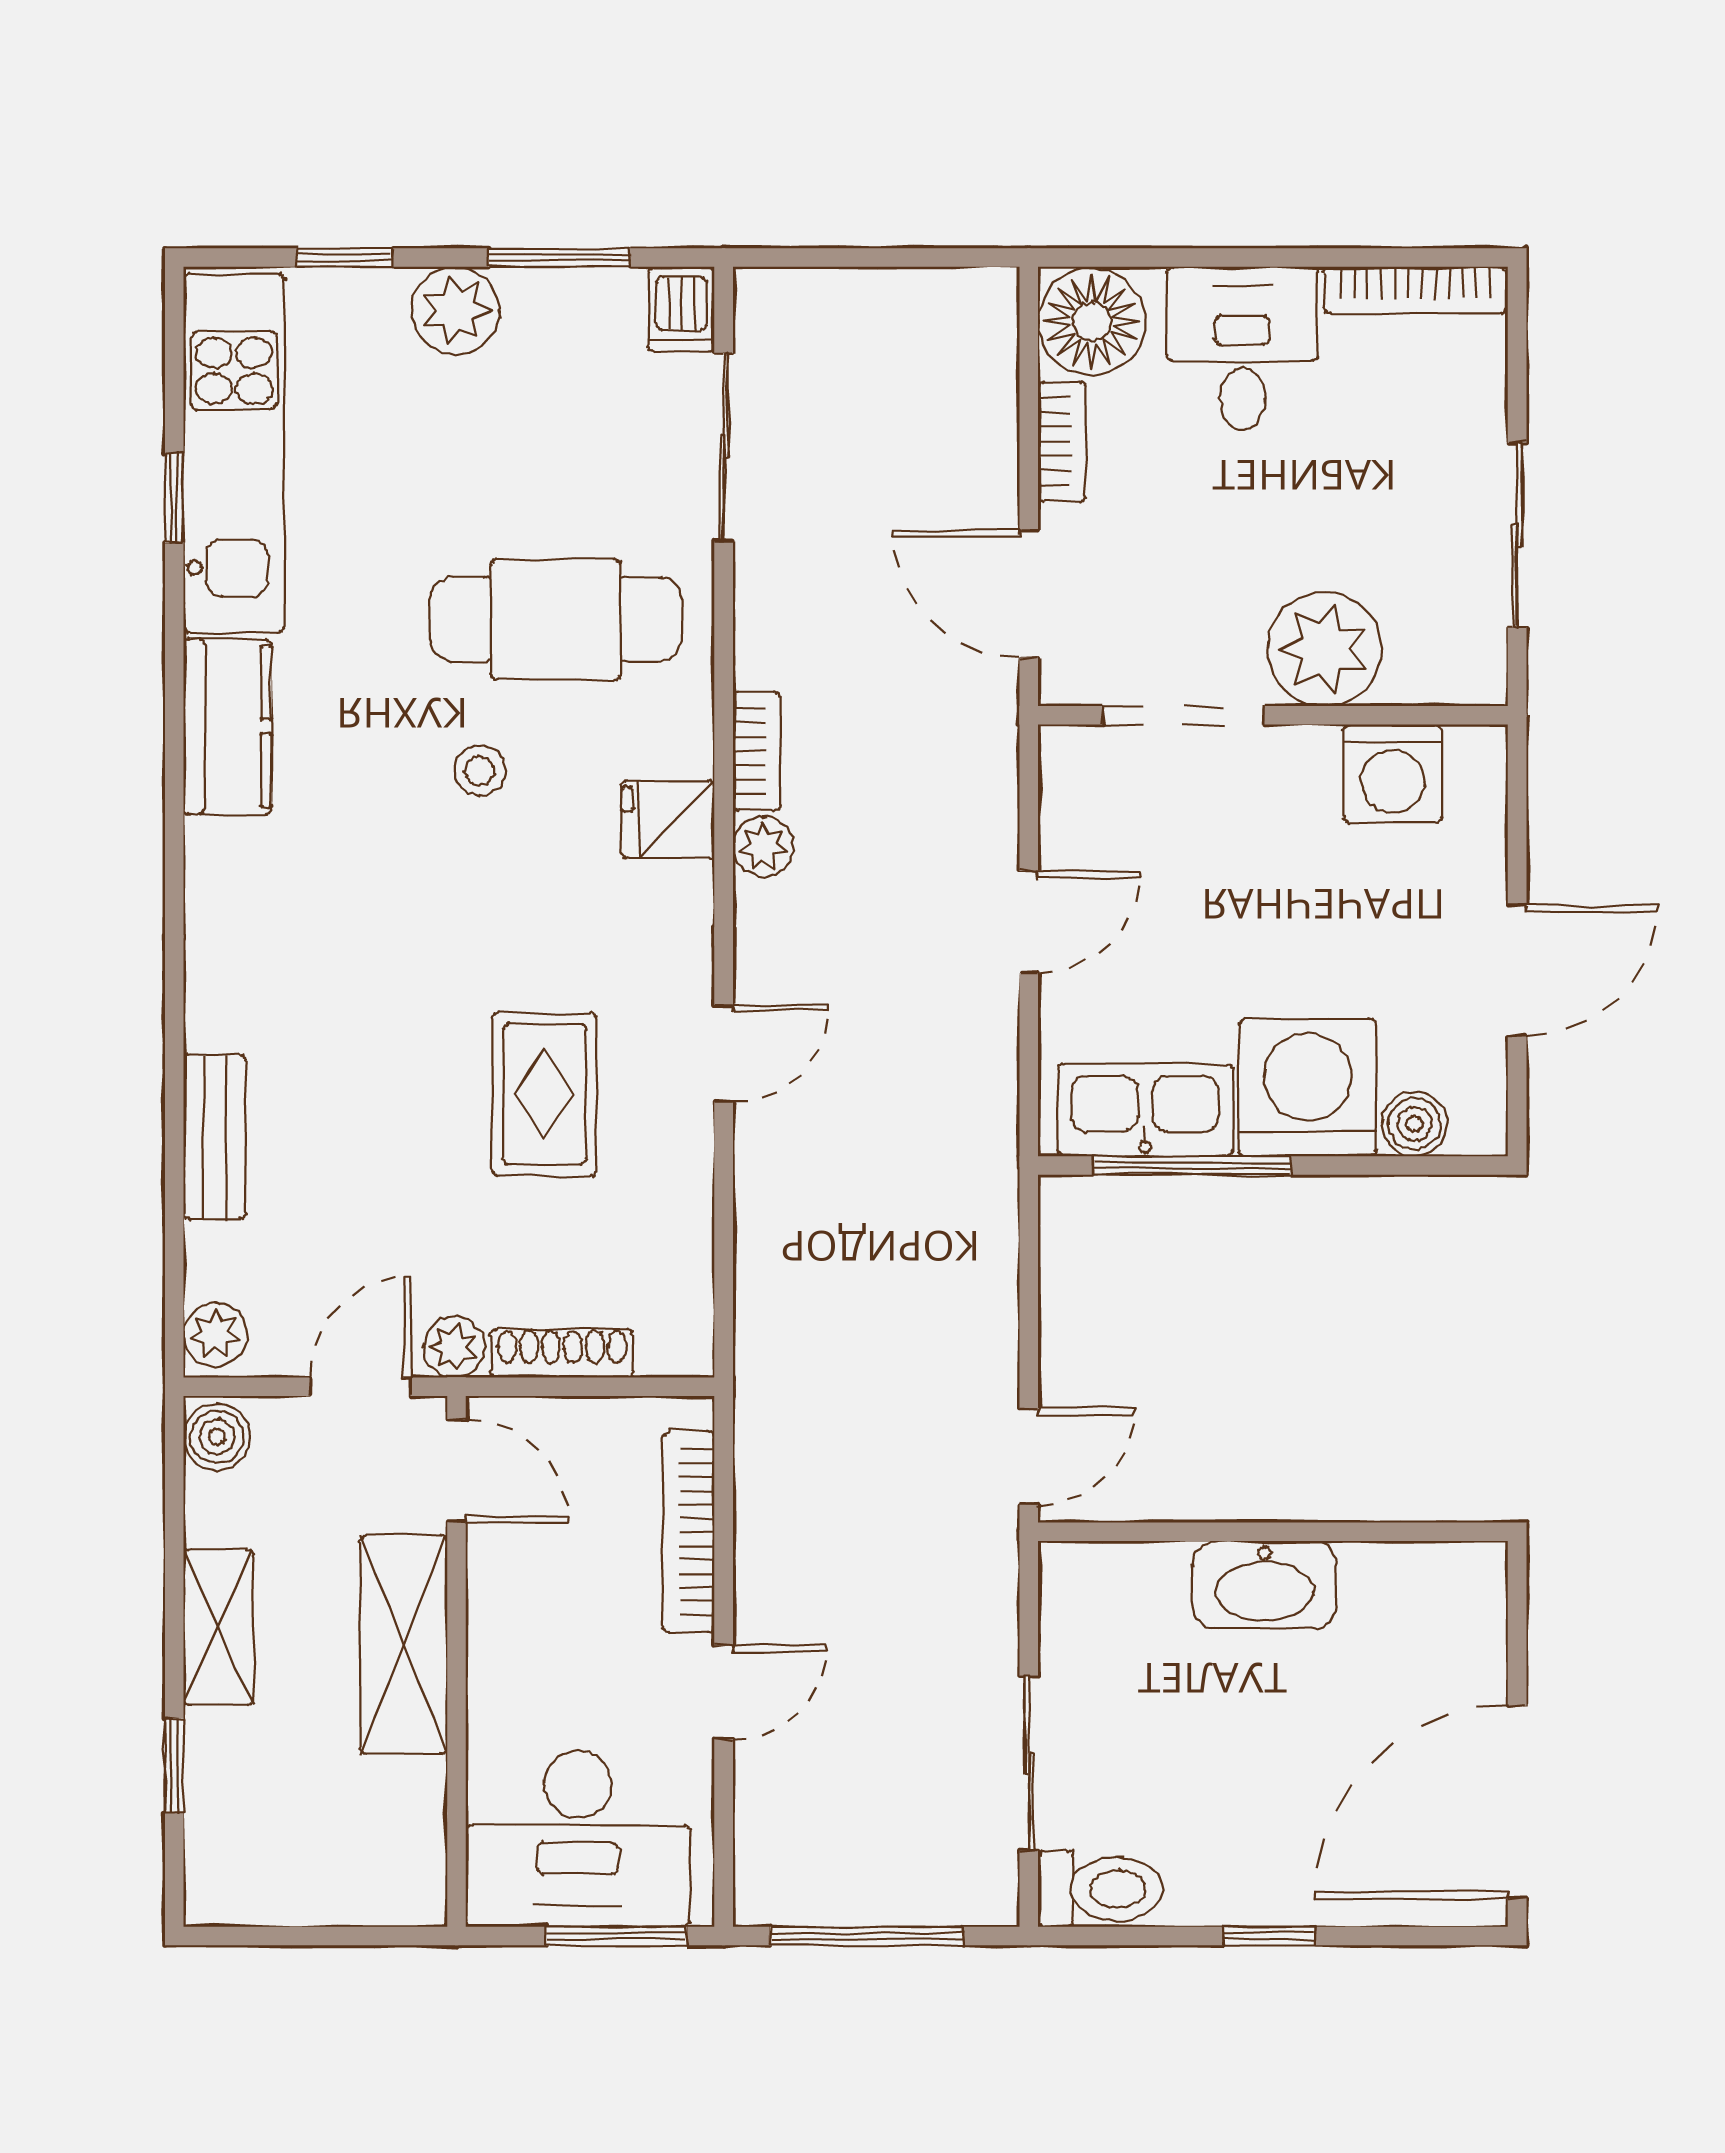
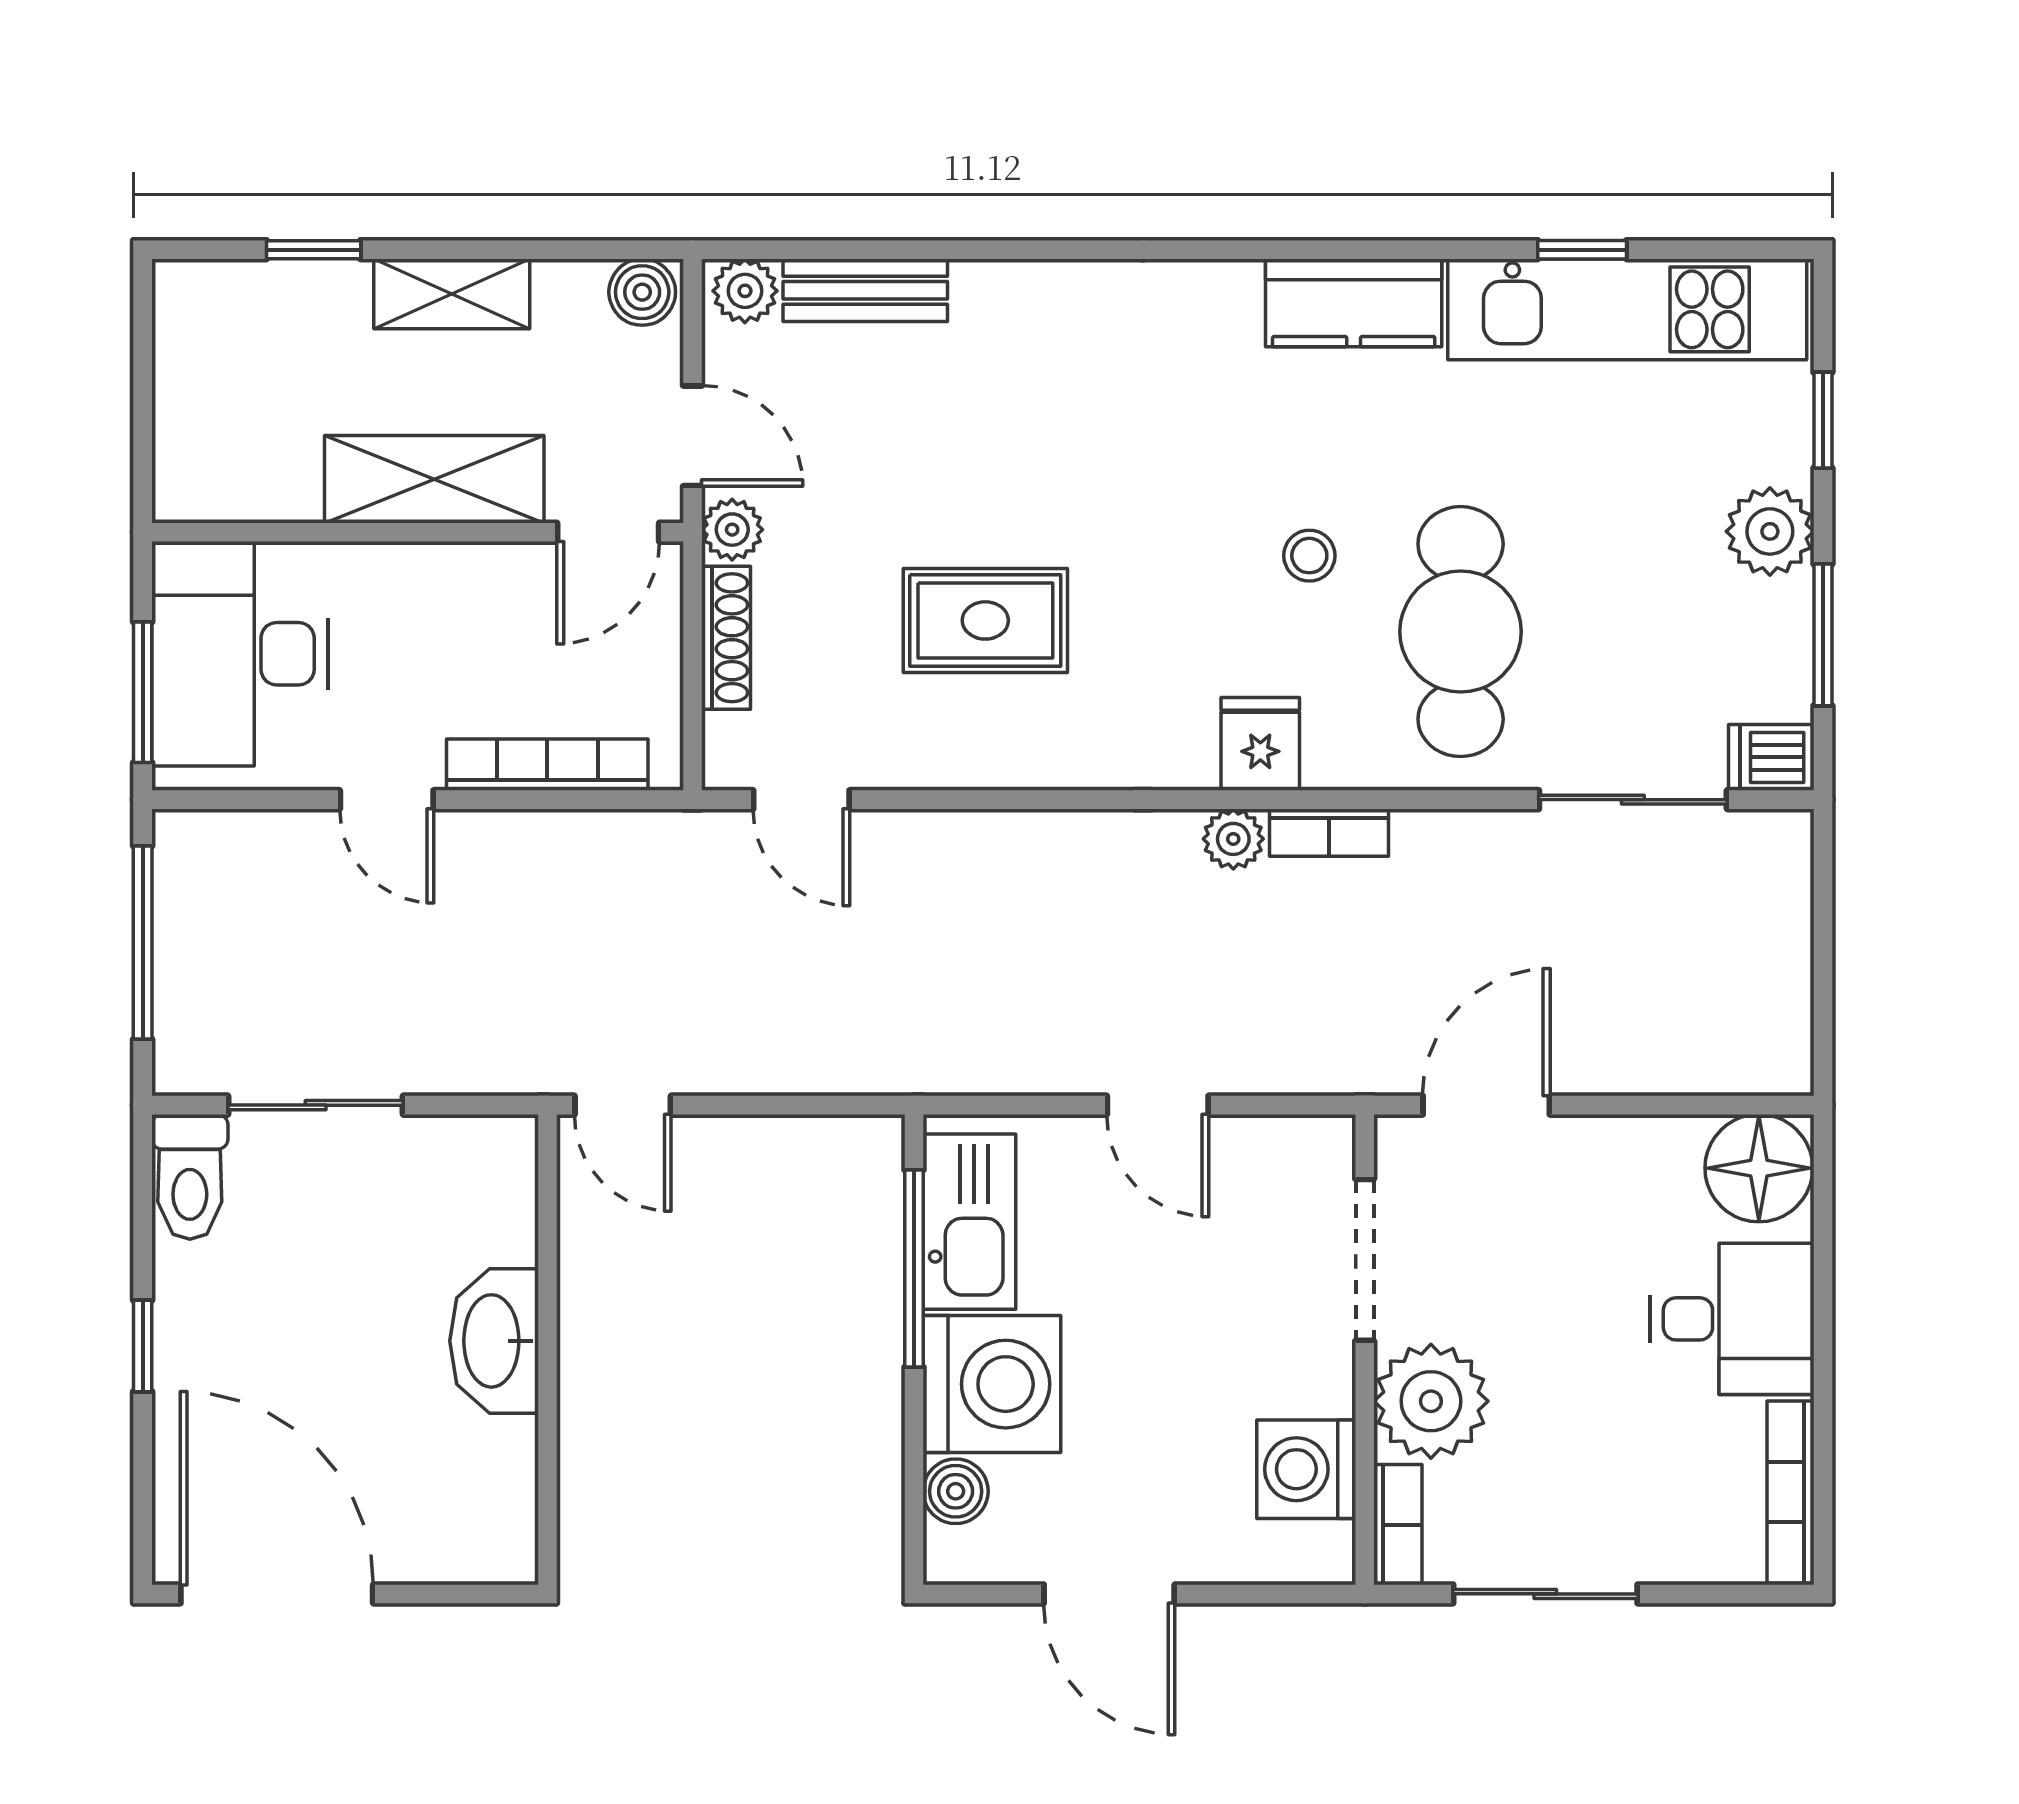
bookcase: (1062, 442) -> (1398, 1525), moved, turned -90
door: (724, 1053) -> (801, 800), moved
bench: (215, 1137) -> (865, 290), moved

